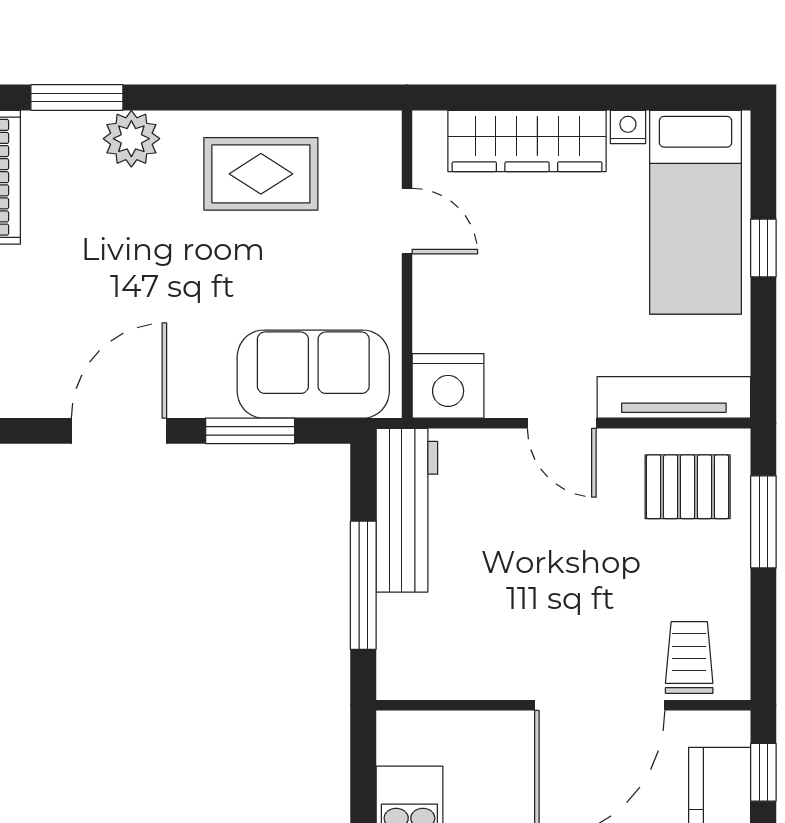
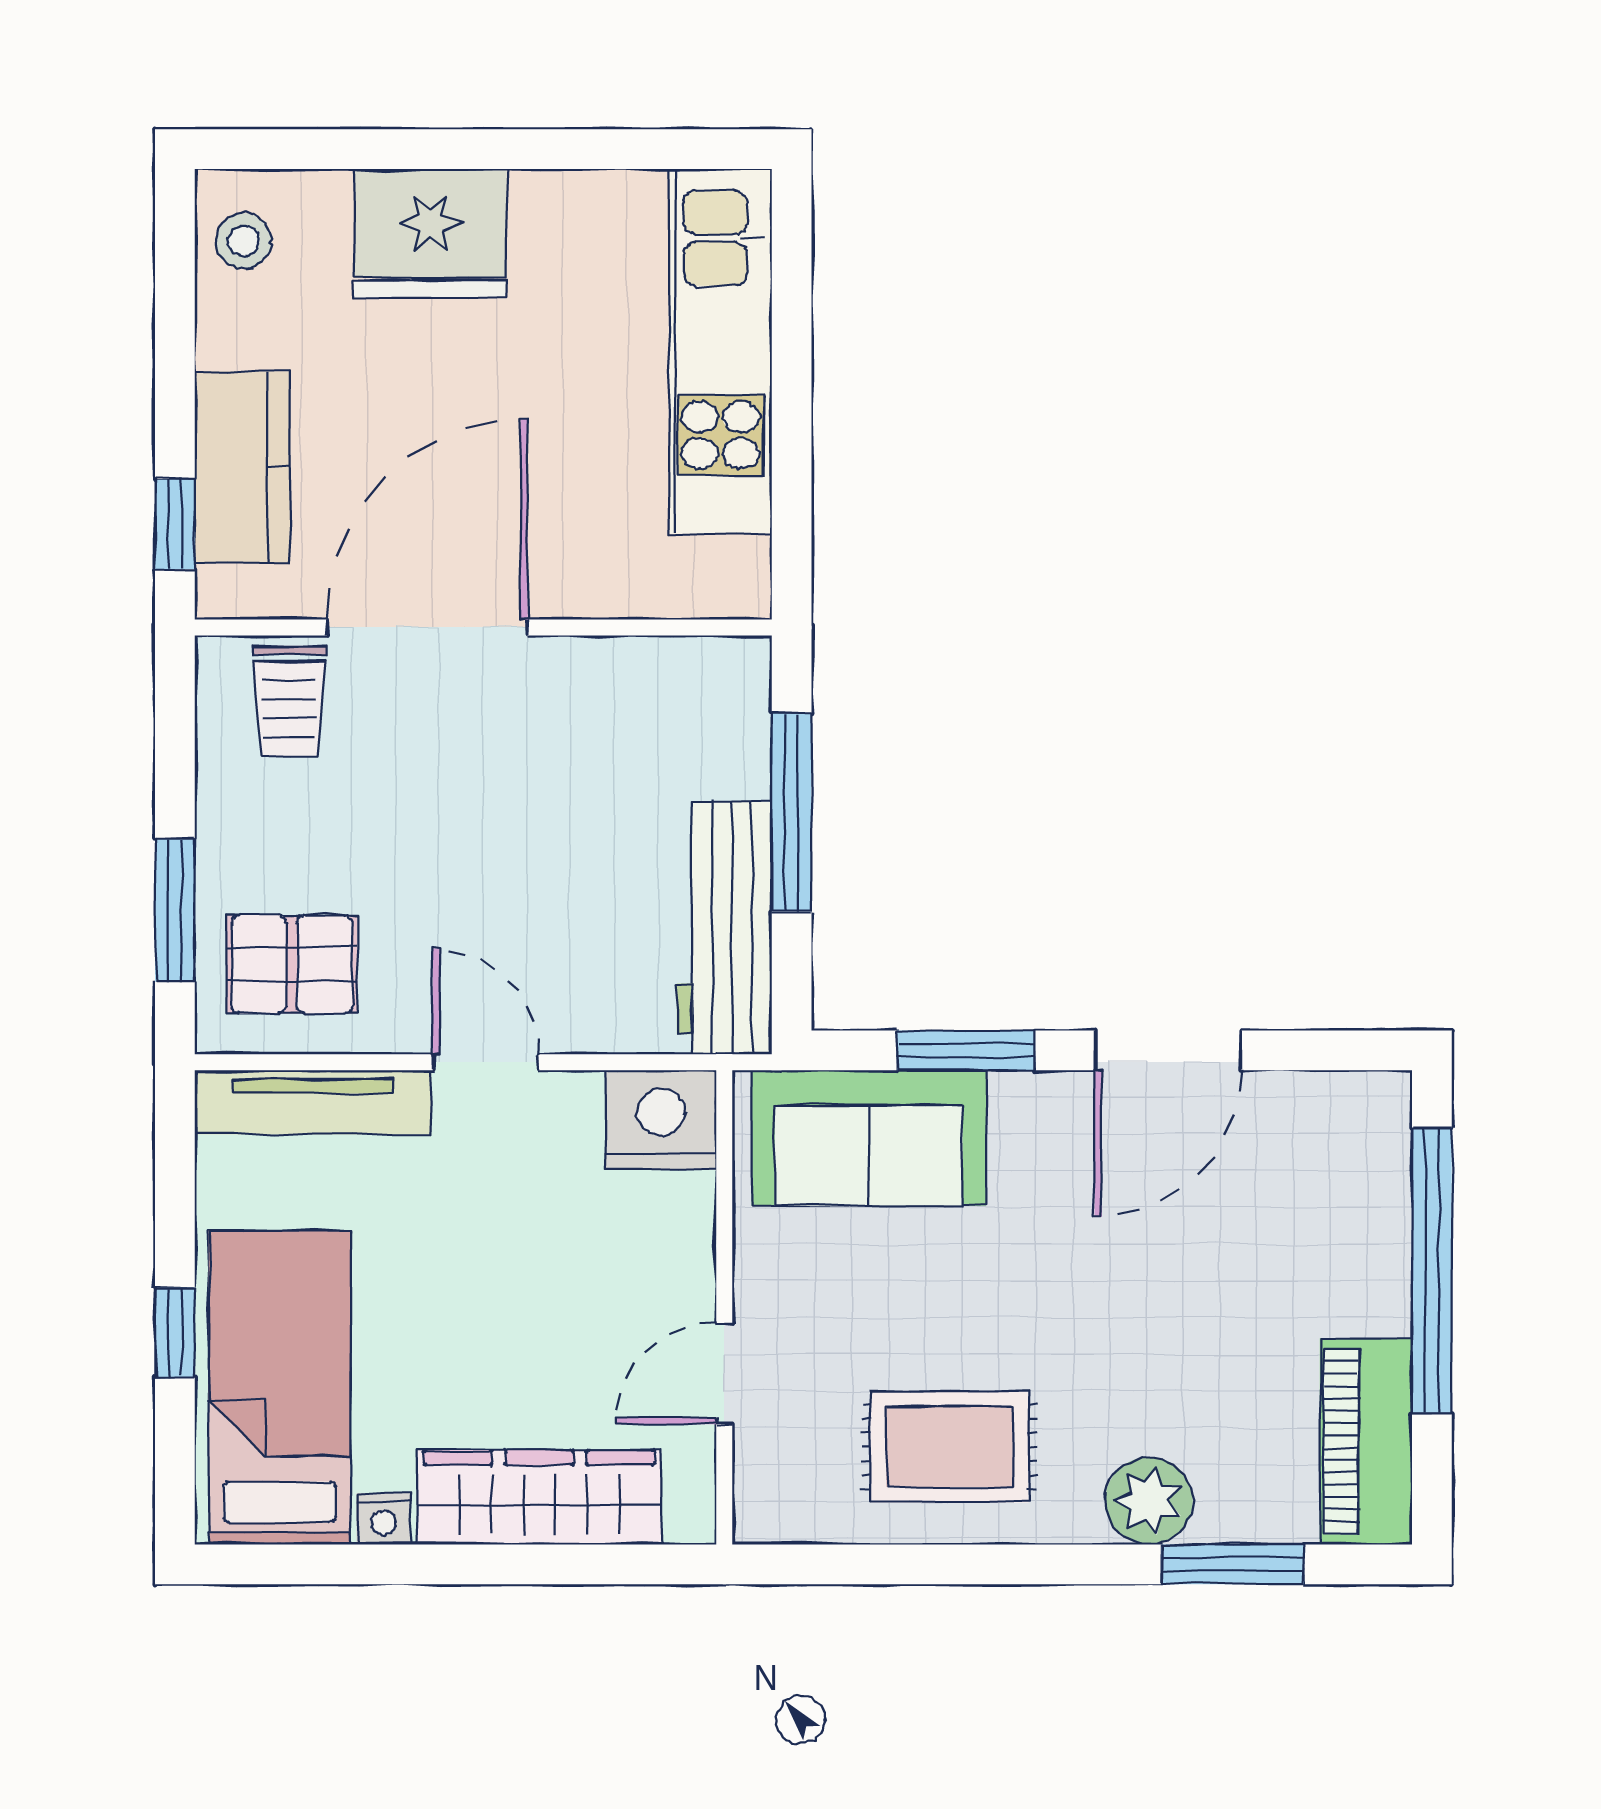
door: (407, 221) -> (724, 1374), hinge flipped

